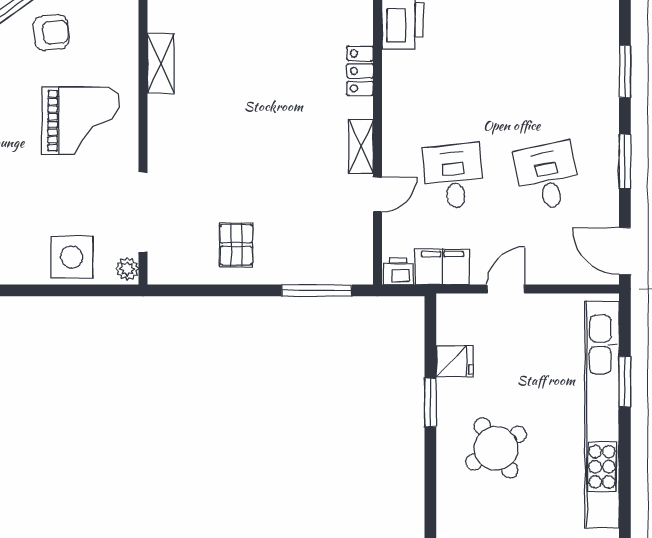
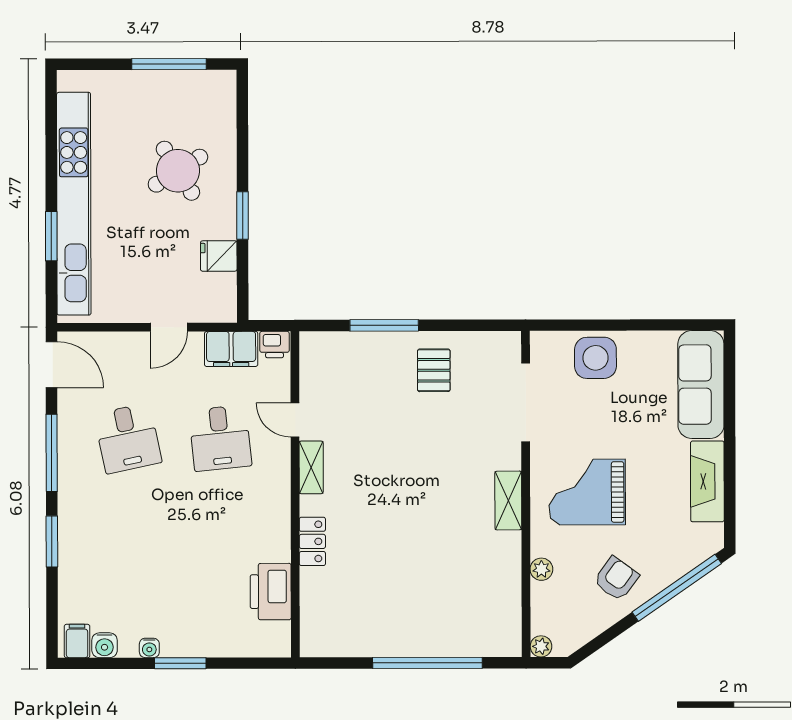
armchair: (51, 33) -> (616, 579), turned 132
shelving: (161, 63) -> (508, 500), moved
window: (625, 161) -> (52, 453), width x1.44
door: (378, 194) -> (295, 420), hinge flipped
plant: (127, 269) -> (541, 569), moved
window: (317, 290) -> (384, 325), moved

